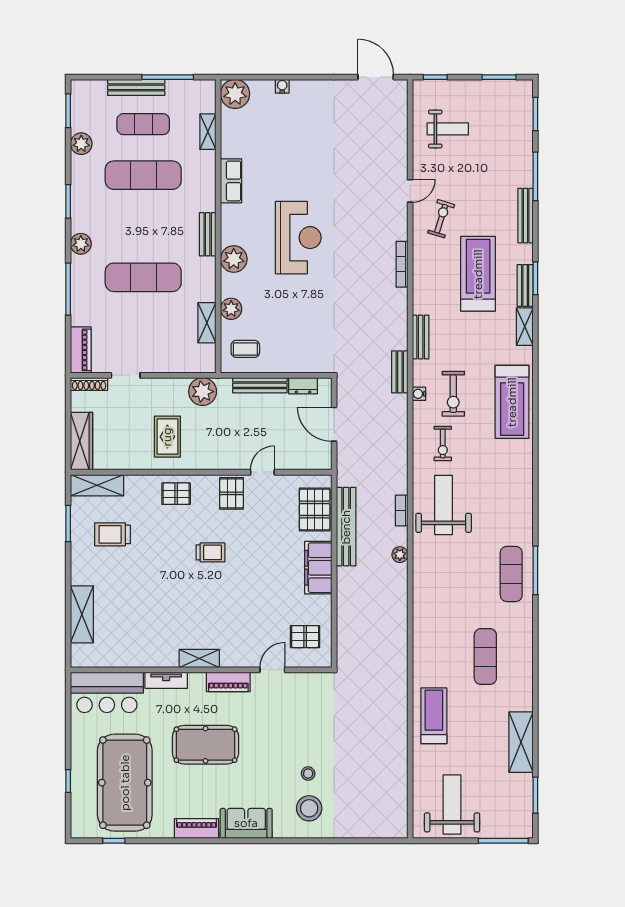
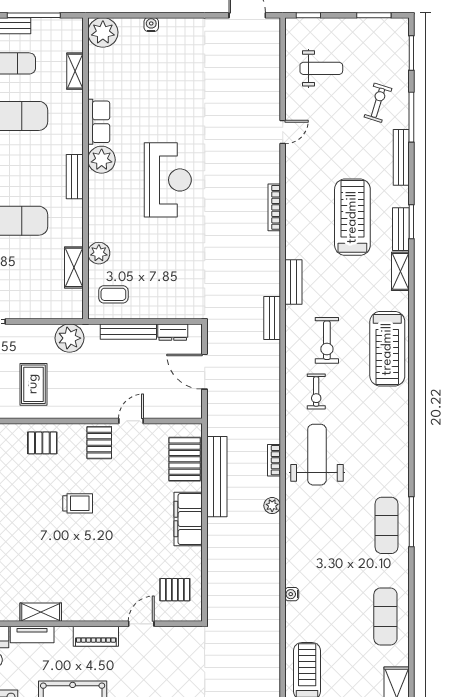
exercise bike: (441, 219) -> (378, 103), moved
plant: (234, 259) -> (102, 160), moved
water cooler: (419, 394) -> (292, 594), moved
exercise mat: (485, 657) -> (385, 616), moved
shelving: (199, 658) -> (41, 612), moved

